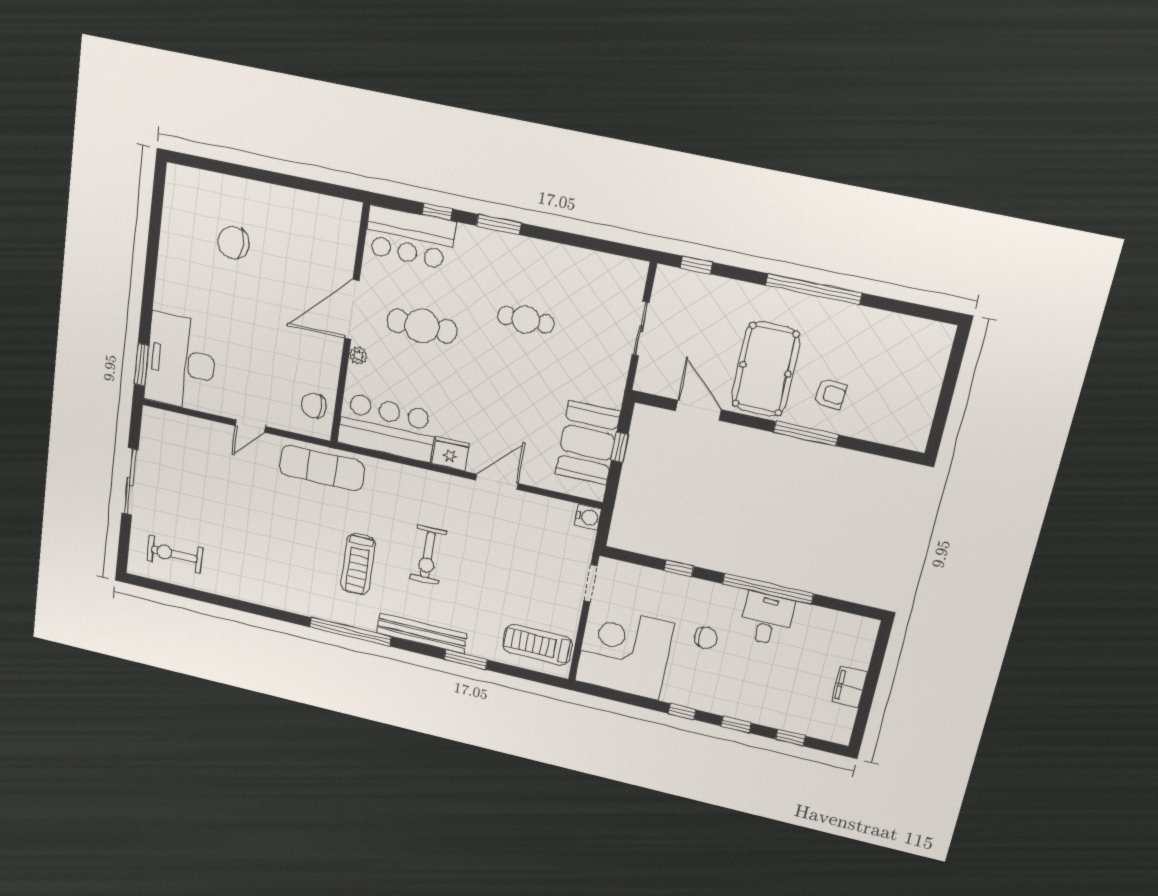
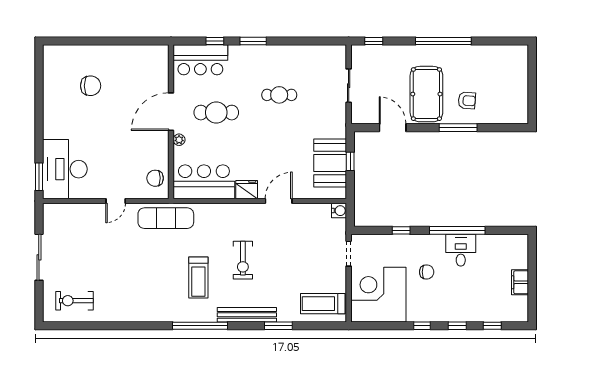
chair: (233, 243) -> (91, 86), turned 180

